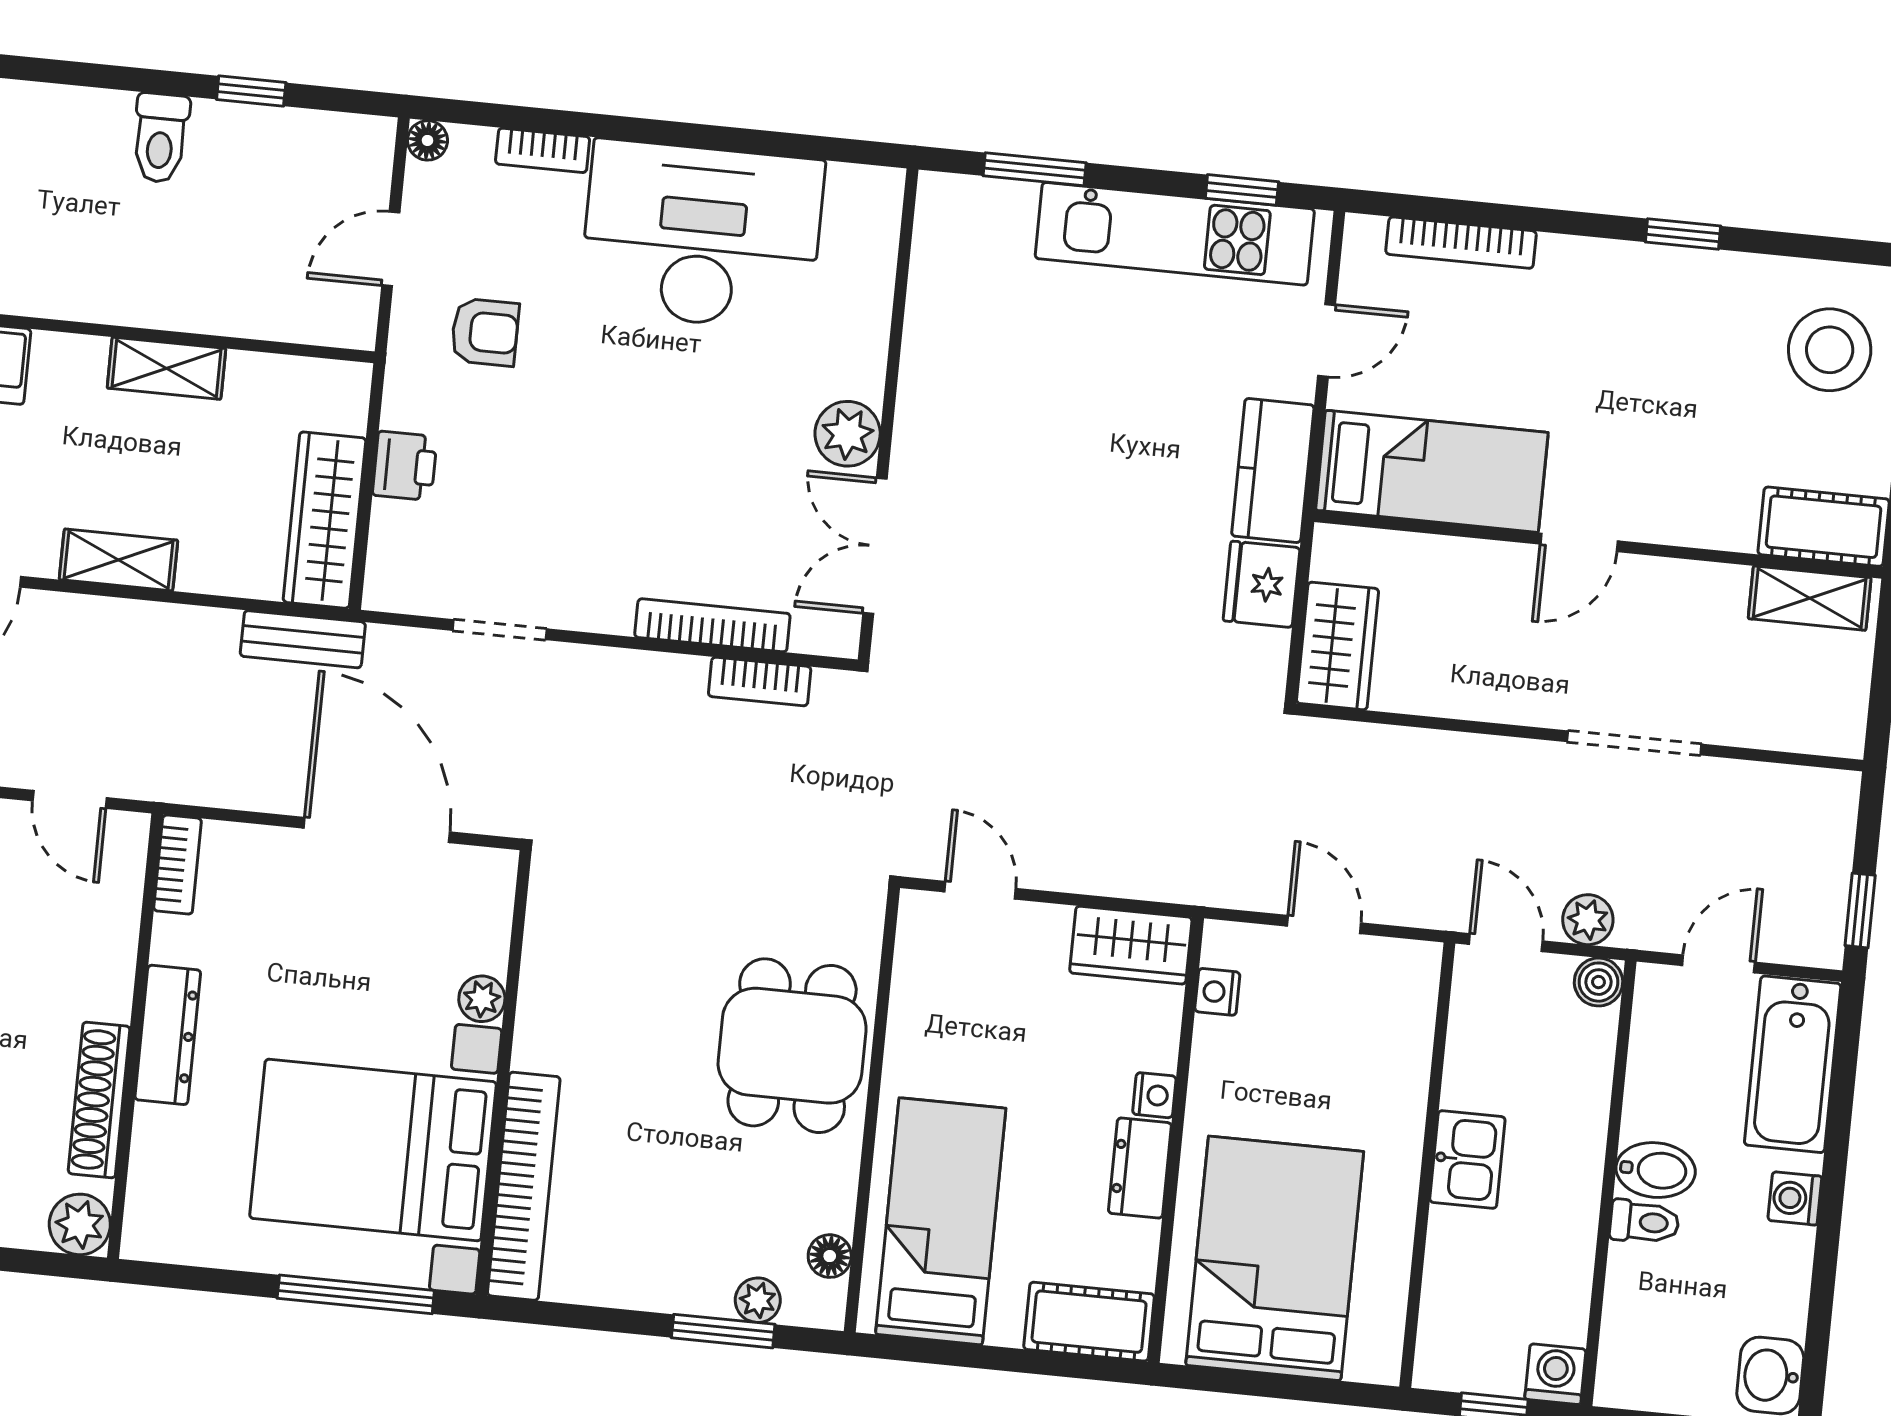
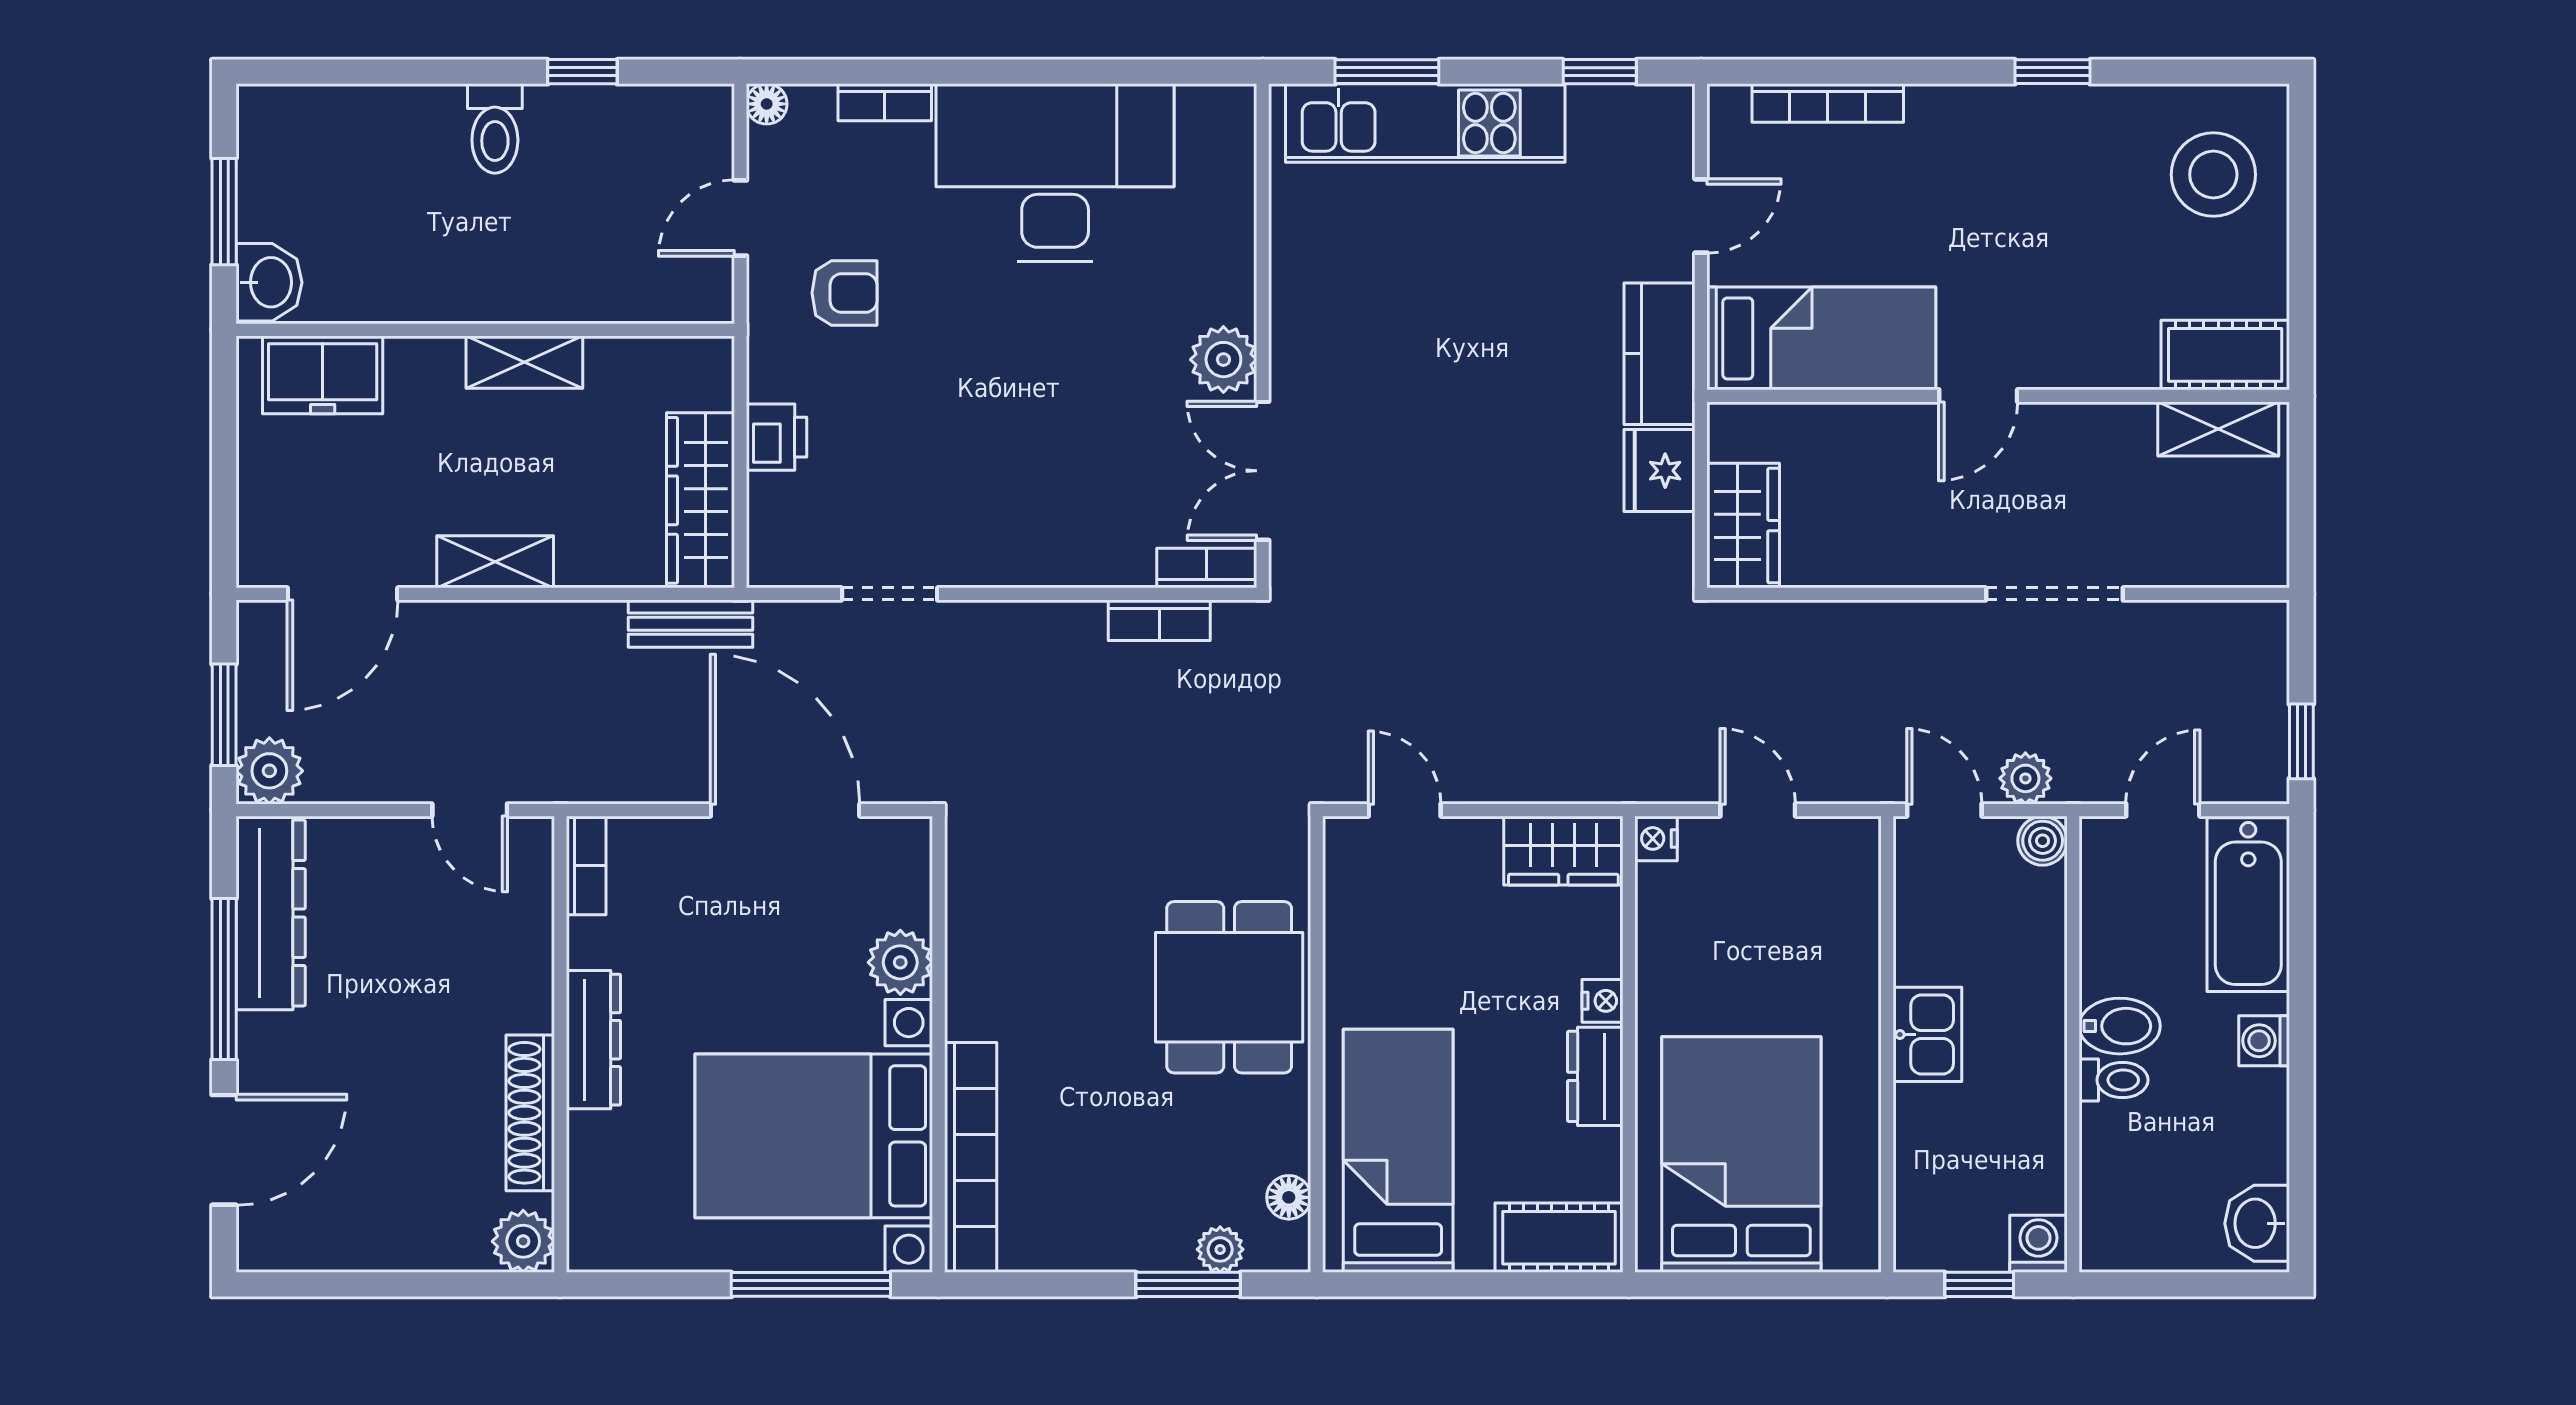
kitchen unit: (1175, 234) -> (1425, 123), moved
bookcase: (712, 625) -> (1207, 568), moved, width x0.64
nightstand: (1217, 992) -> (1656, 838), moved
plant: (482, 999) -> (900, 962), width x1.38, depth x1.38

